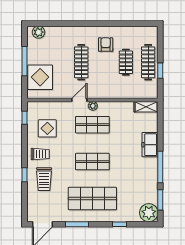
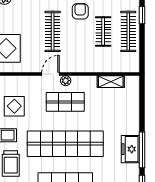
window: (160, 71) -> (142, 15), moved
shelving: (146, 107) -> (111, 82), moved
freezer: (150, 145) -> (130, 149), moved
shop shelf: (92, 162) -> (65, 144), width x2.00, depth x1.36

